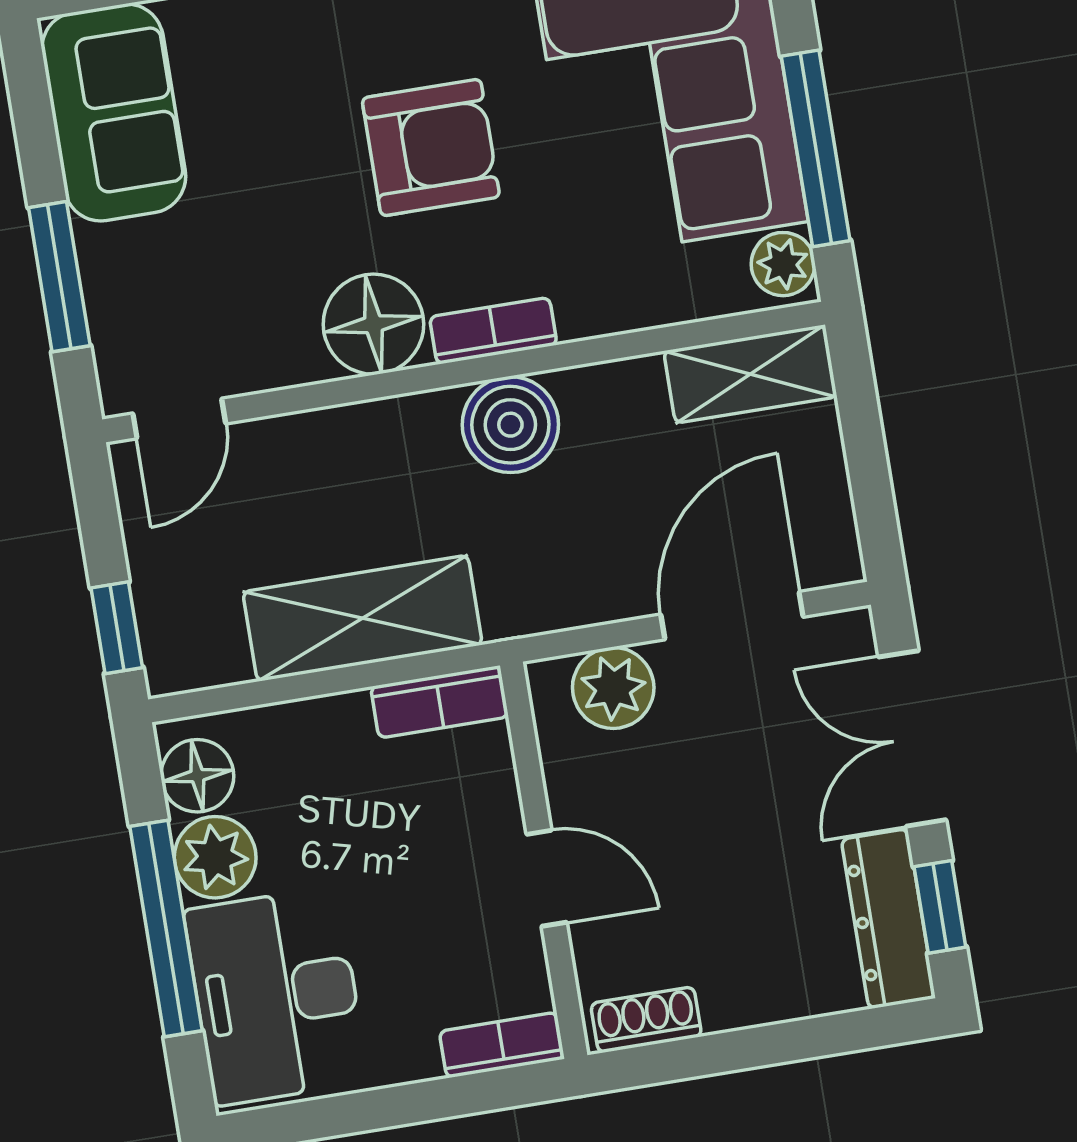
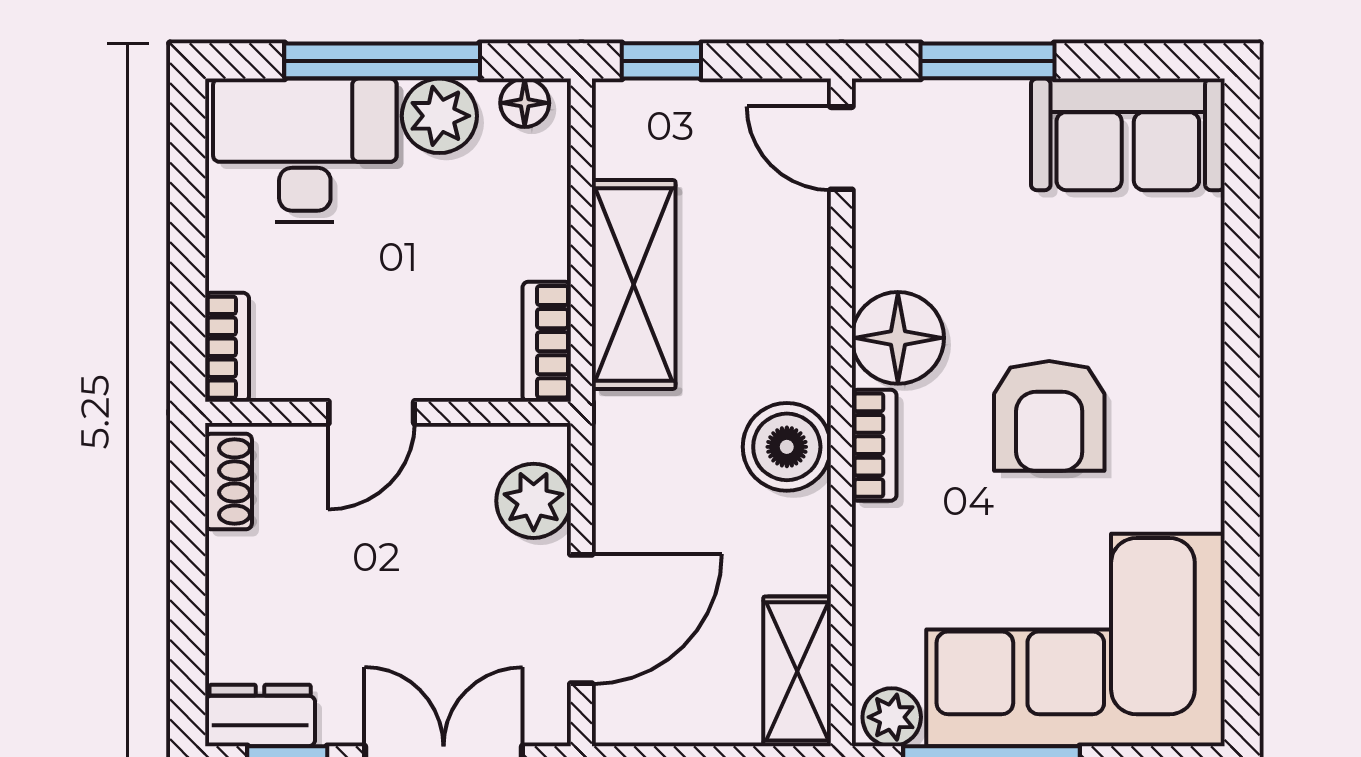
door: (732, 616) -> (581, 619), hinge flipped
floor lamp: (197, 776) -> (525, 103), width x0.73, depth x0.73
dresser: (888, 919) -> (260, 715), width x0.70

